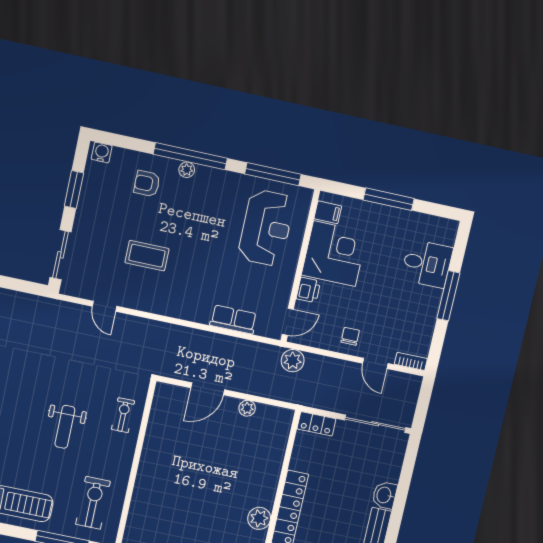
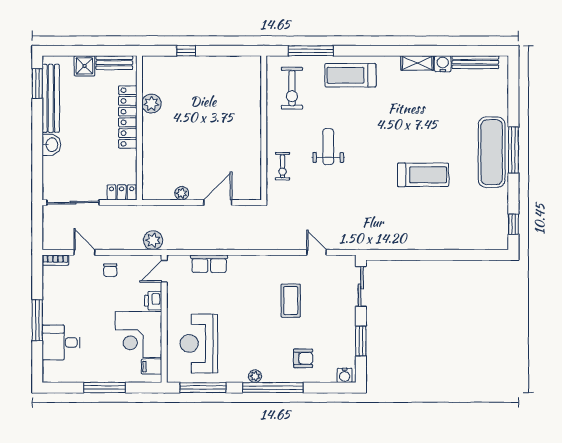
plant: (187, 170) -> (255, 376), moved
coffee table: (147, 256) -> (291, 301), turned 90

